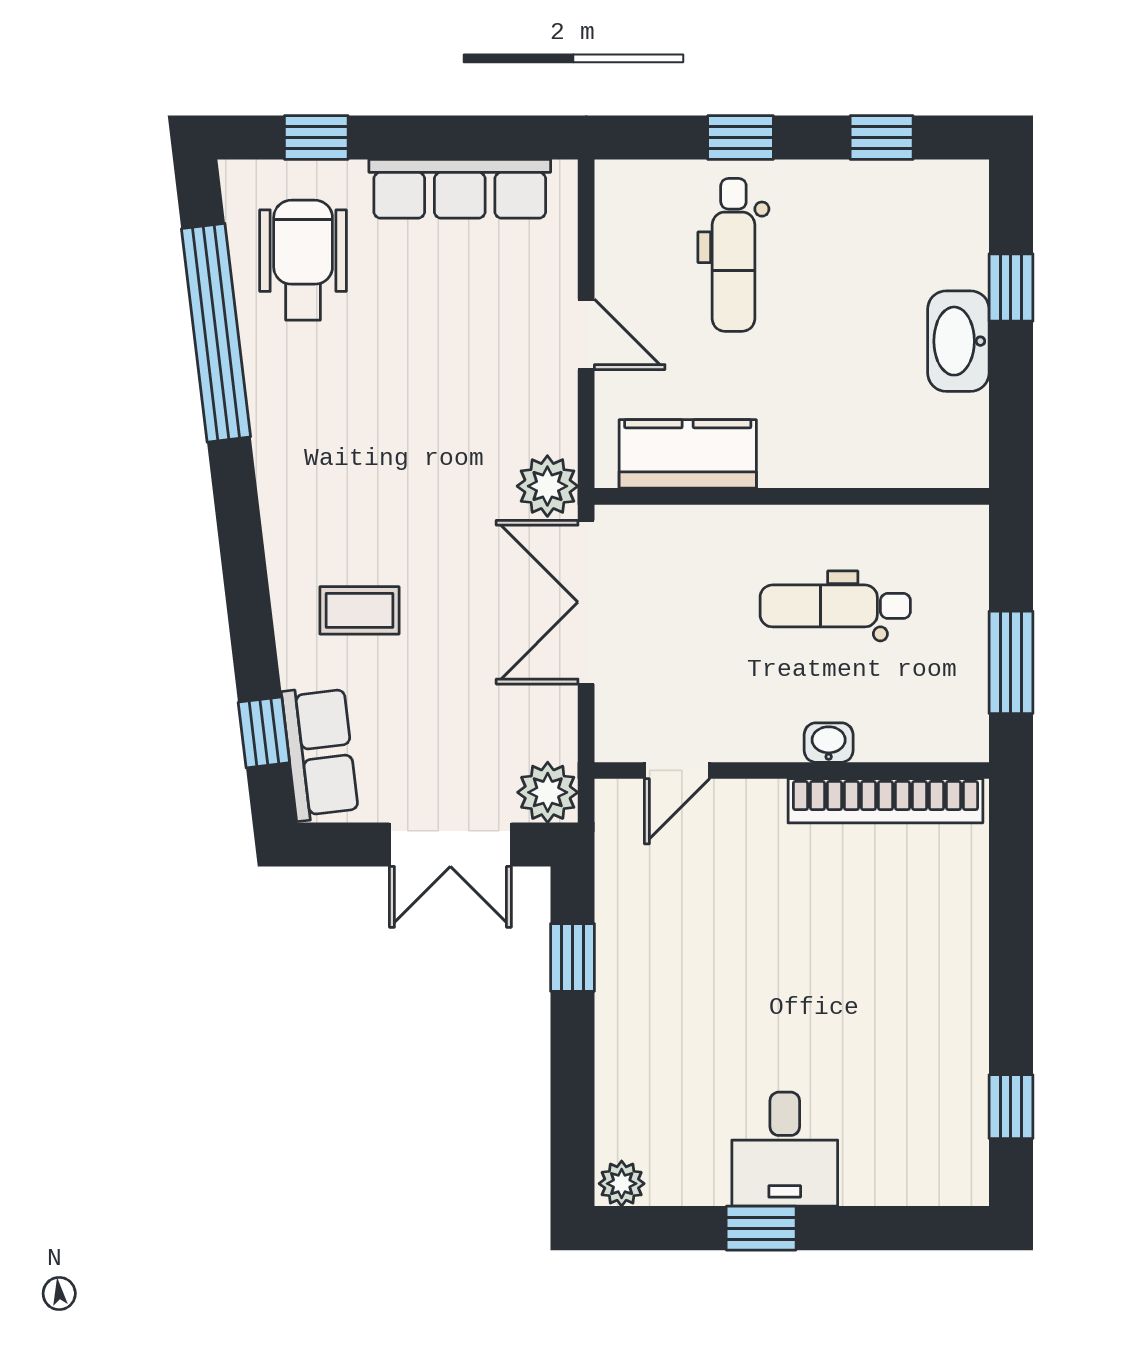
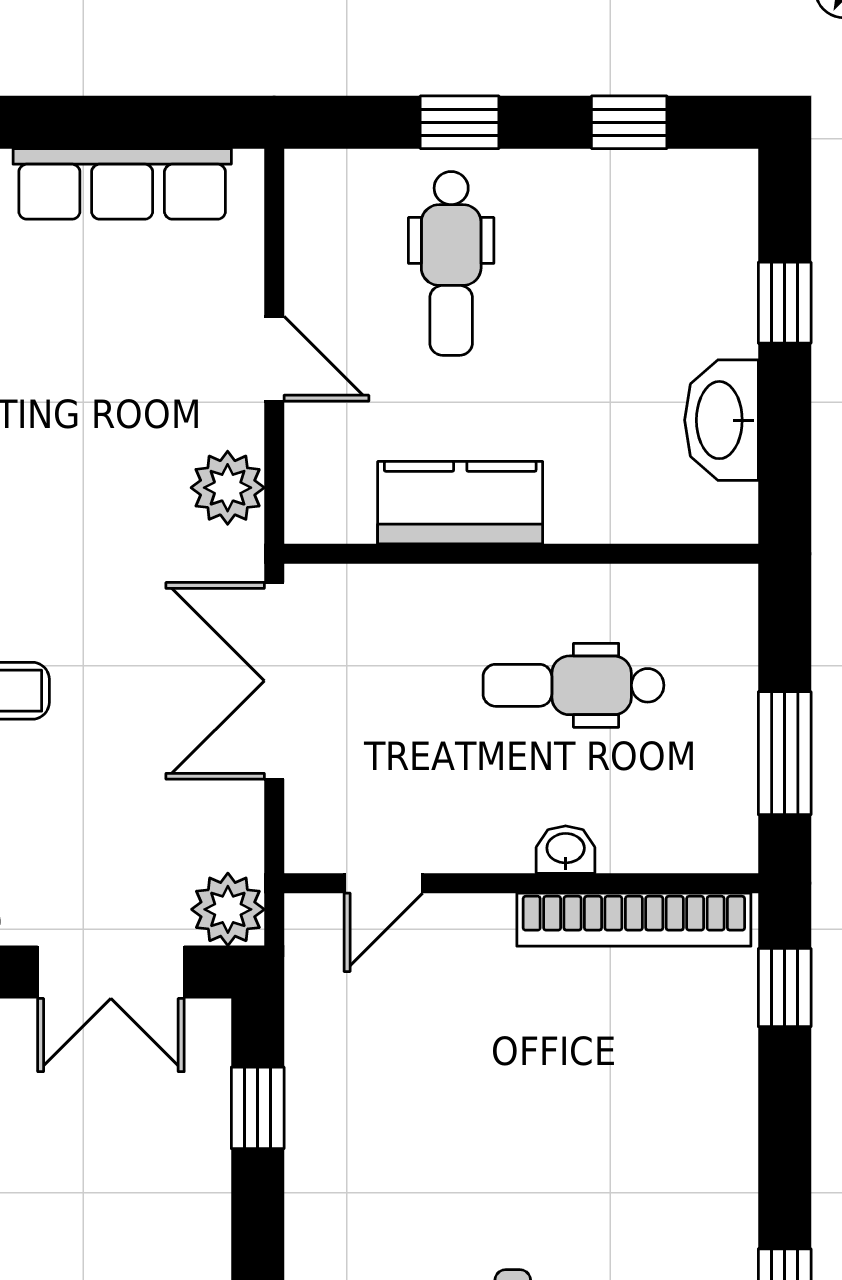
washbasin: (958, 341) -> (721, 420), moved
kitchen counter: (688, 454) -> (460, 503), moved
plant: (547, 486) -> (228, 488), moved
window: (1011, 857) -> (785, 988), added

